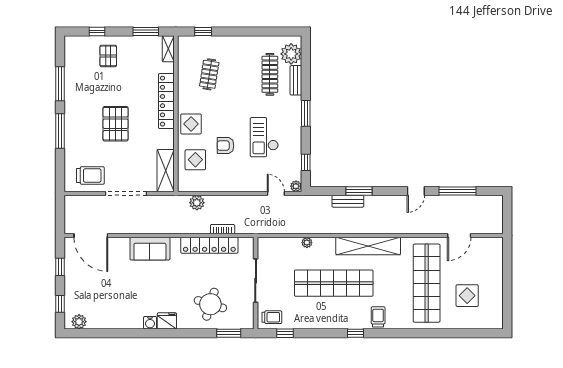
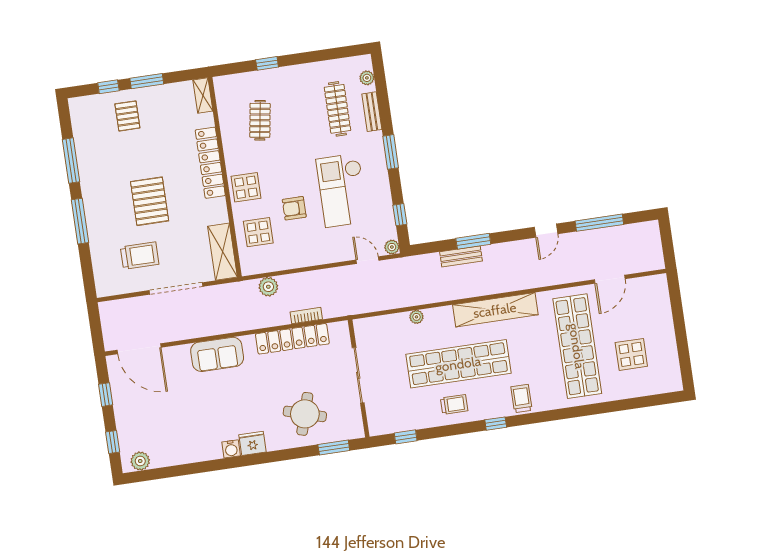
window: (146, 32) -> (147, 81), moved
window: (203, 32) -> (267, 63), moved
plant: (291, 54) -> (367, 78), width x0.53, depth x0.53
checkout: (264, 137) -> (342, 190), width x1.36, depth x1.21
trolley: (90, 175) -> (140, 256), moved
trolley: (272, 317) -> (454, 404), moved

